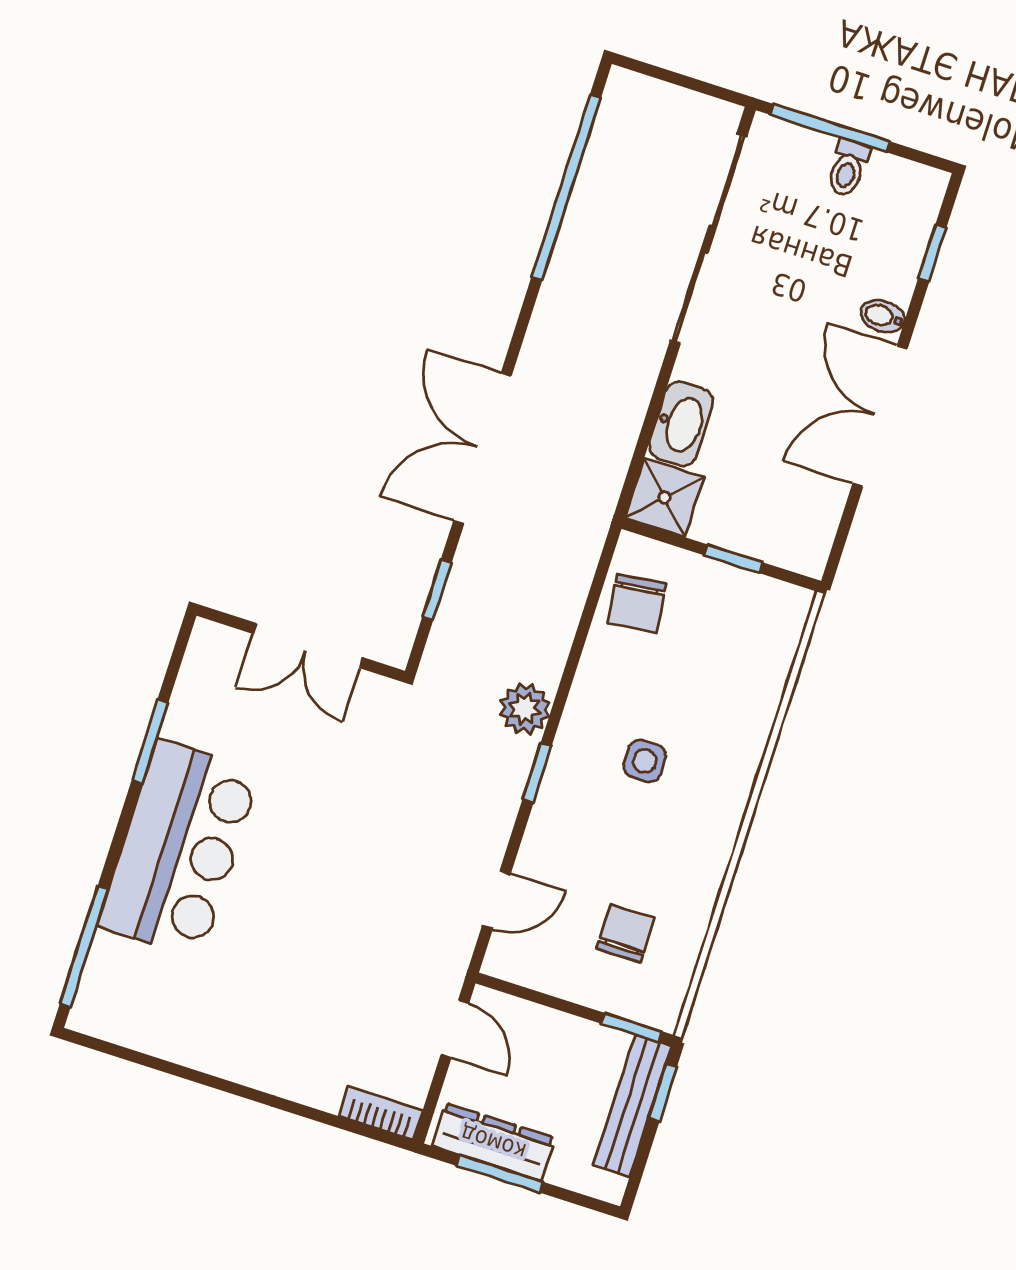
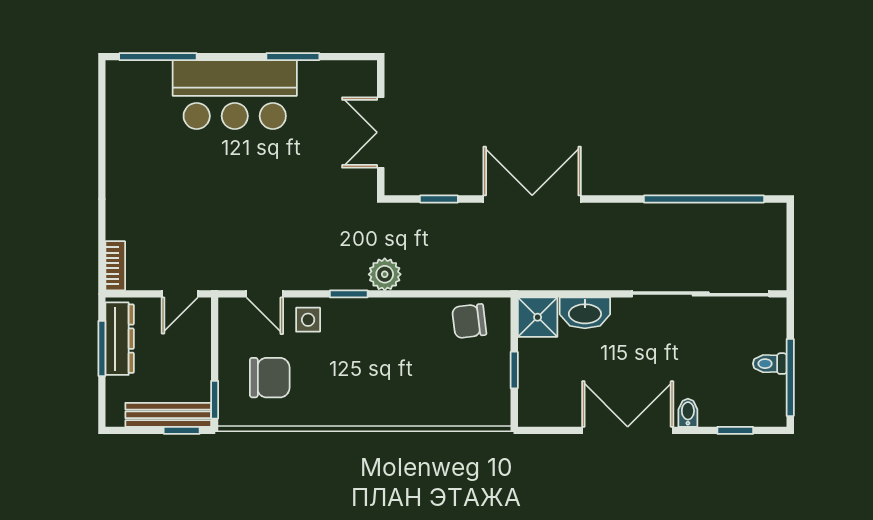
window: (830, 128) -> (790, 377), moved
side table: (645, 761) -> (308, 320), moved
chair: (626, 933) -> (270, 378), width x1.37, depth x1.37

